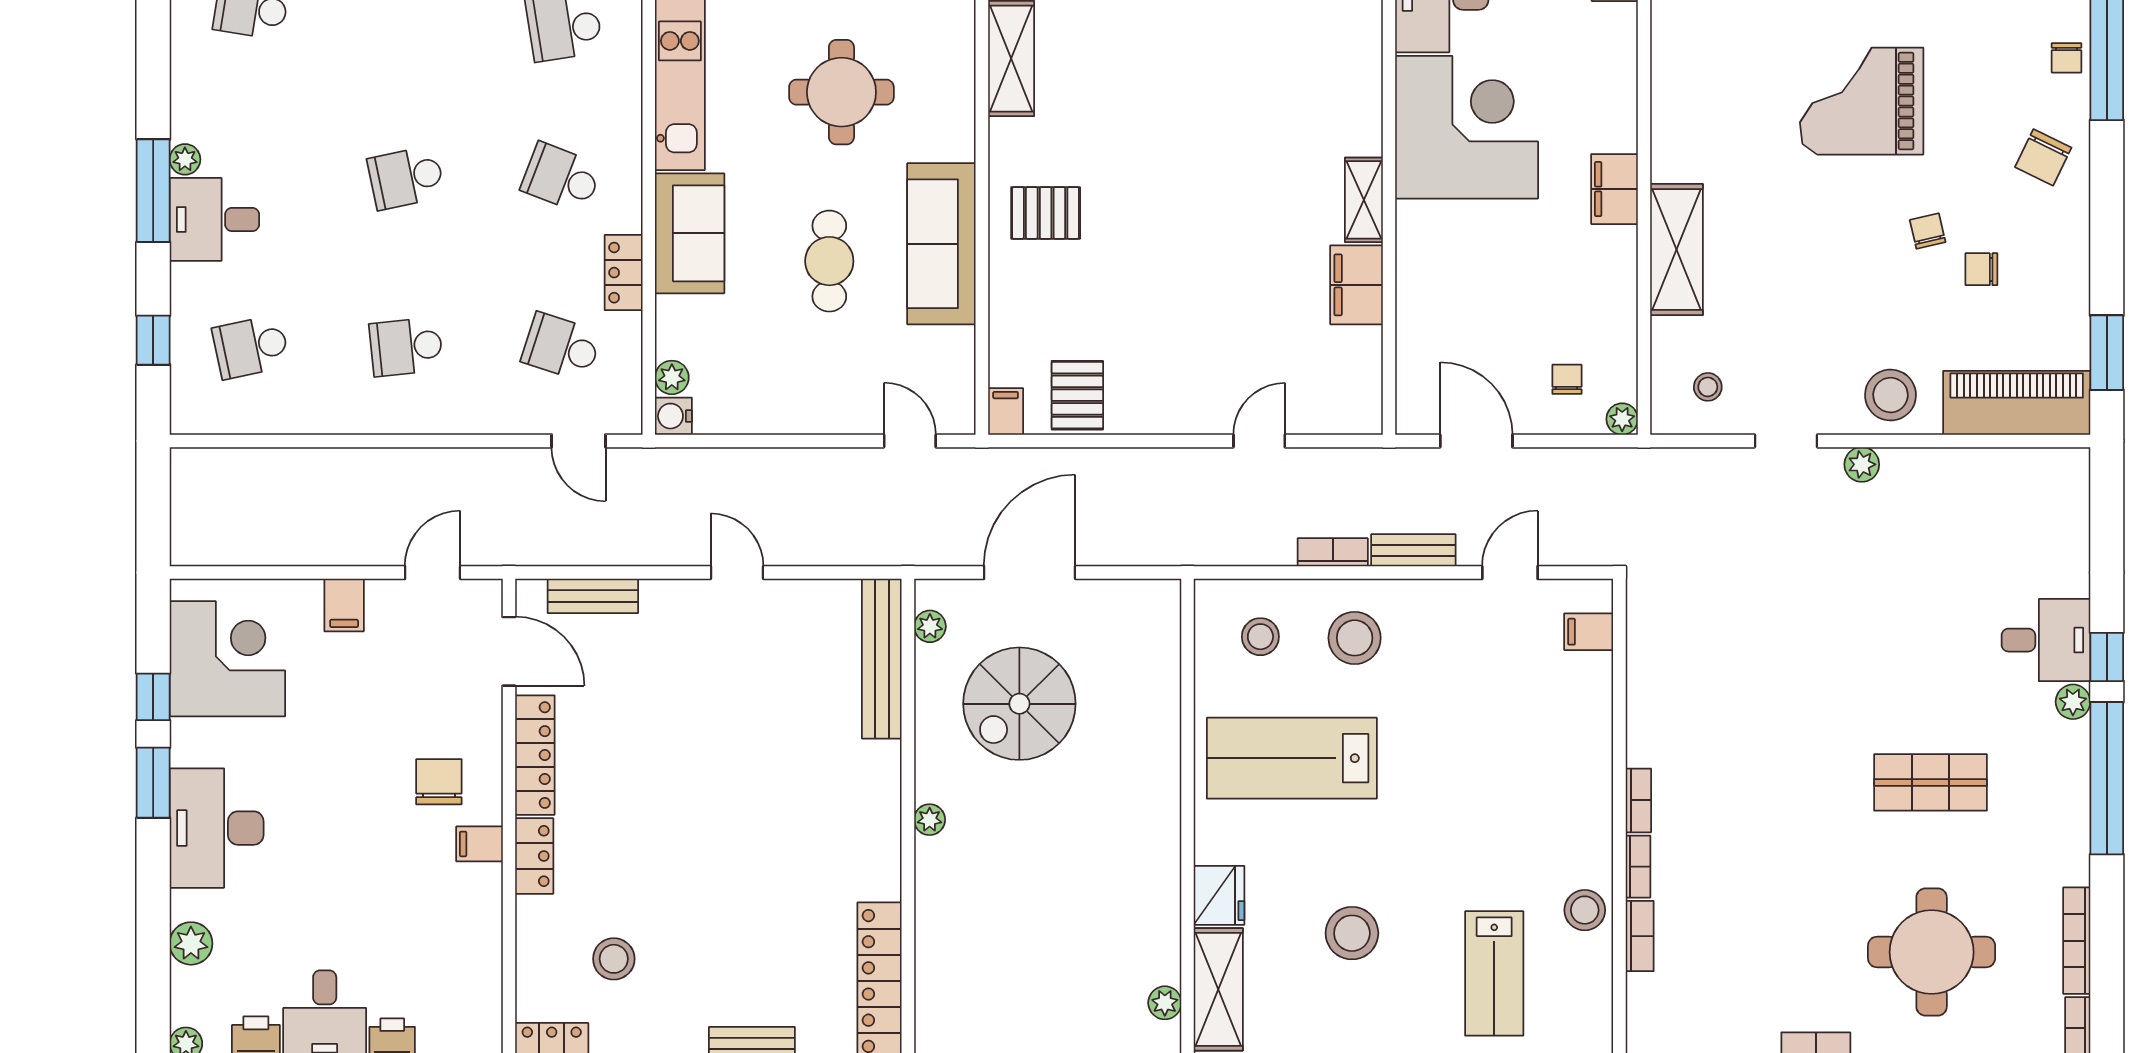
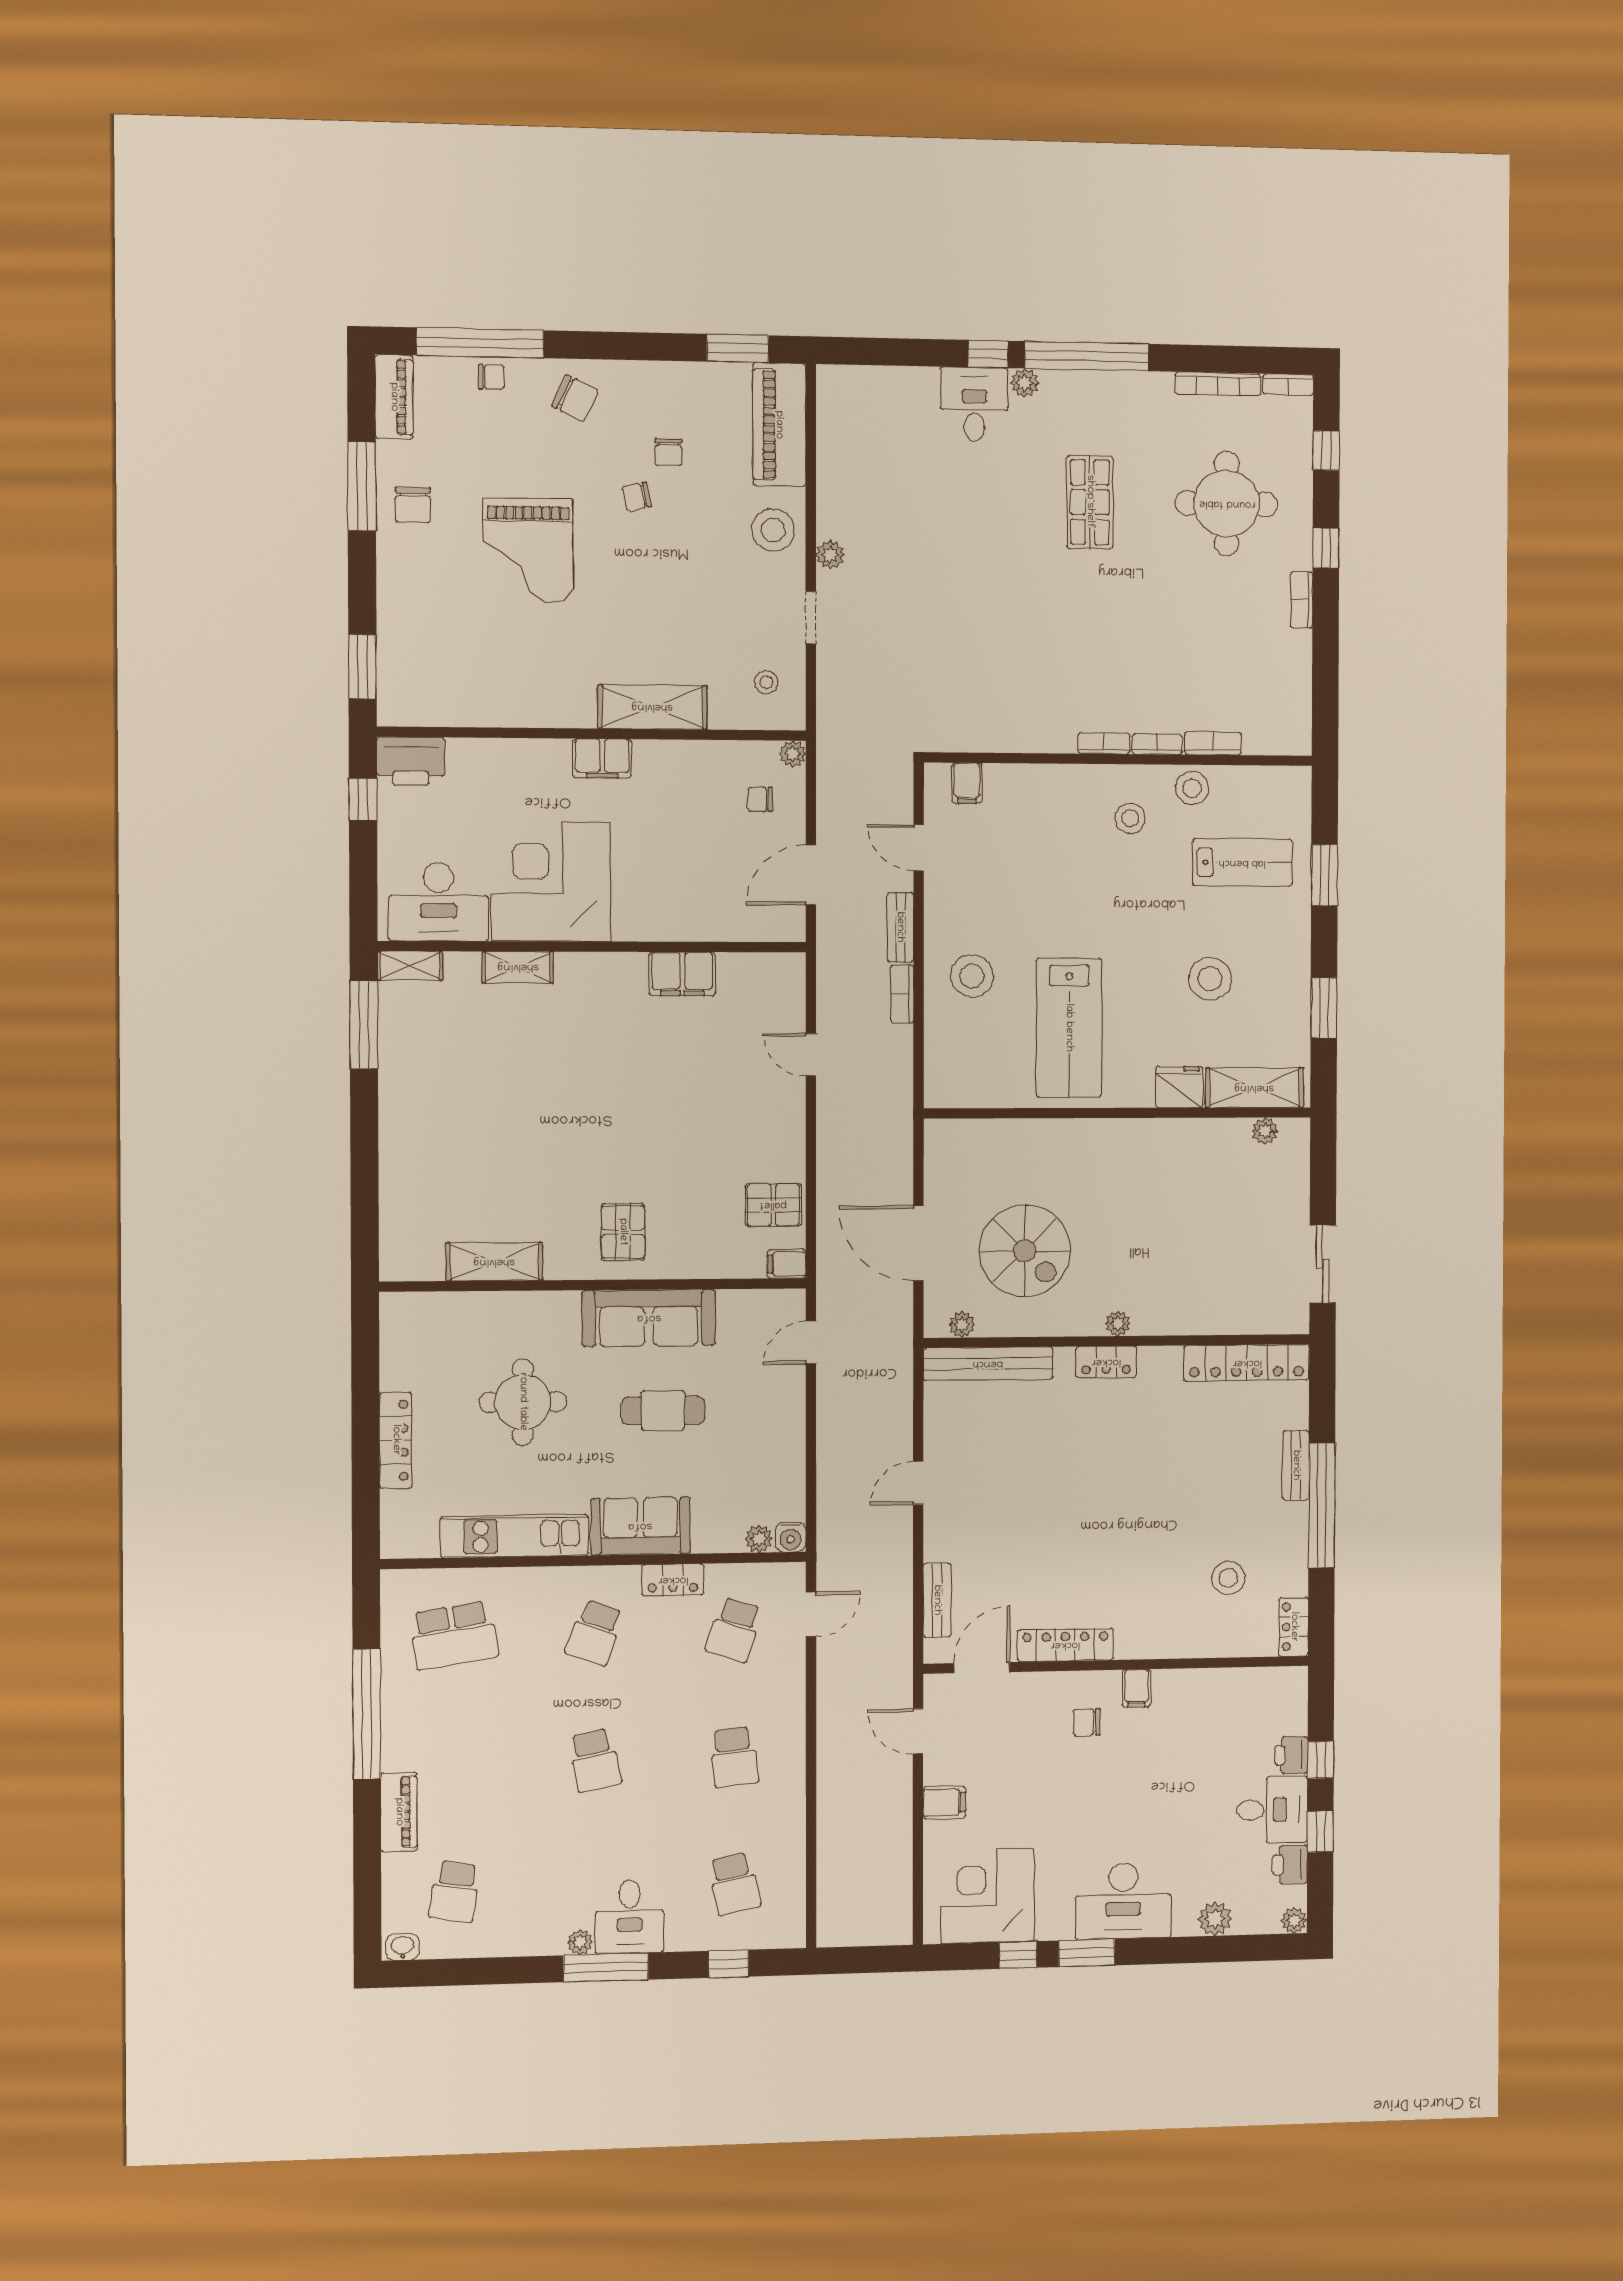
shelving: (1364, 200) -> (518, 967), moved
stool: (1260, 637) -> (1130, 818), moved
chair: (439, 782) -> (1087, 1722), width x0.73, depth x0.73
locker: (534, 856) -> (1106, 1362), moved, turned 180

